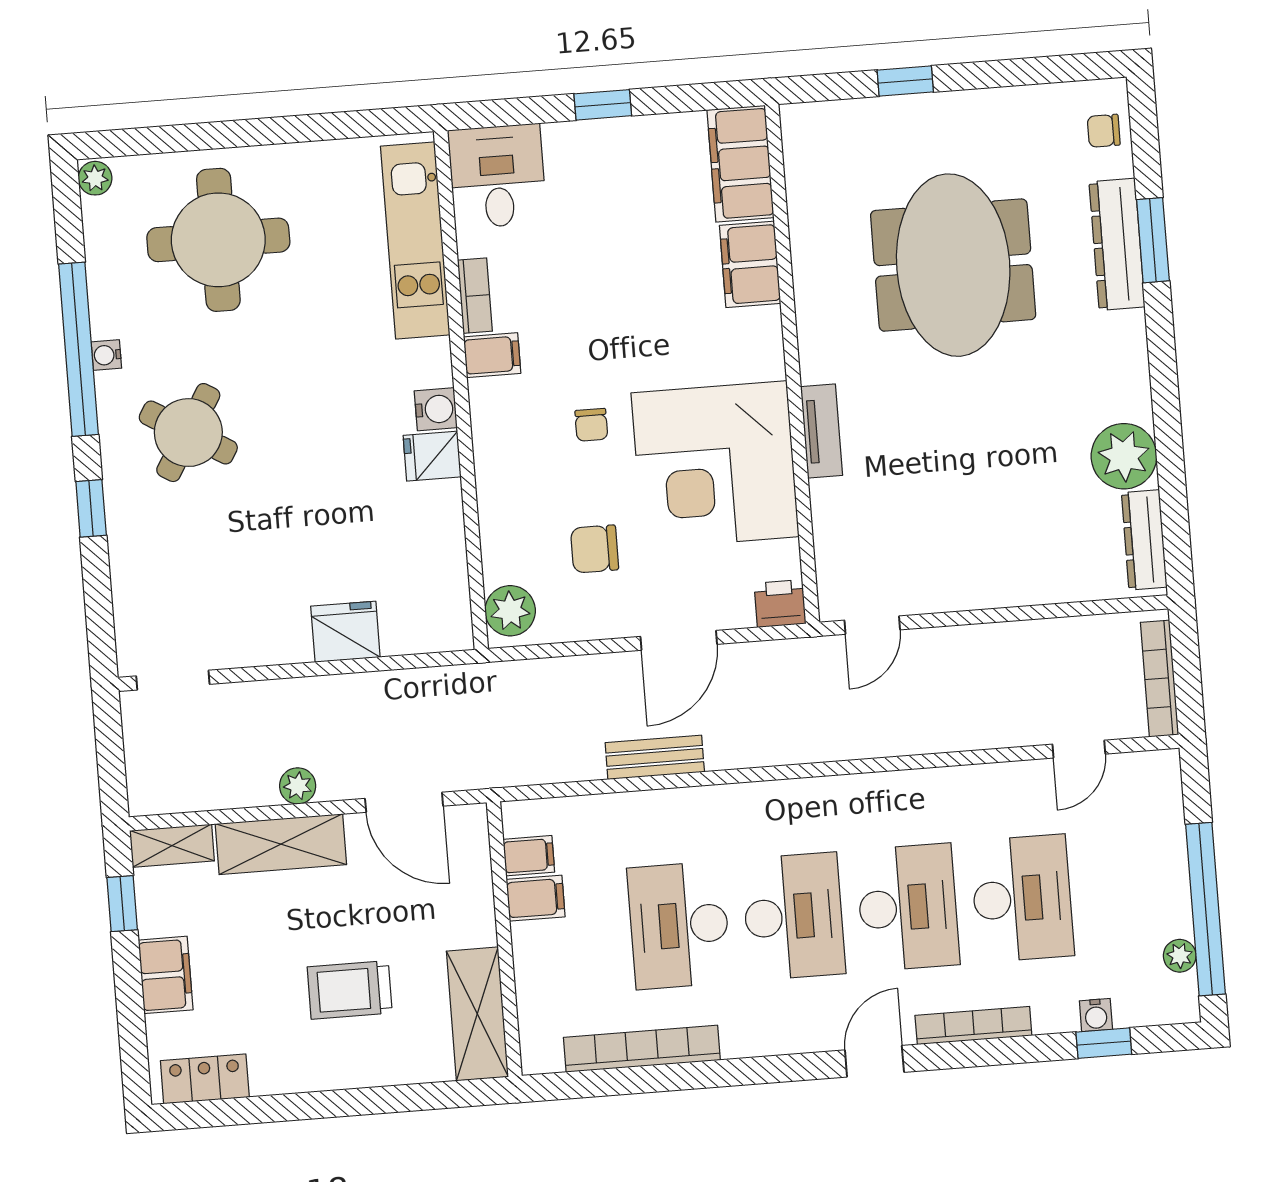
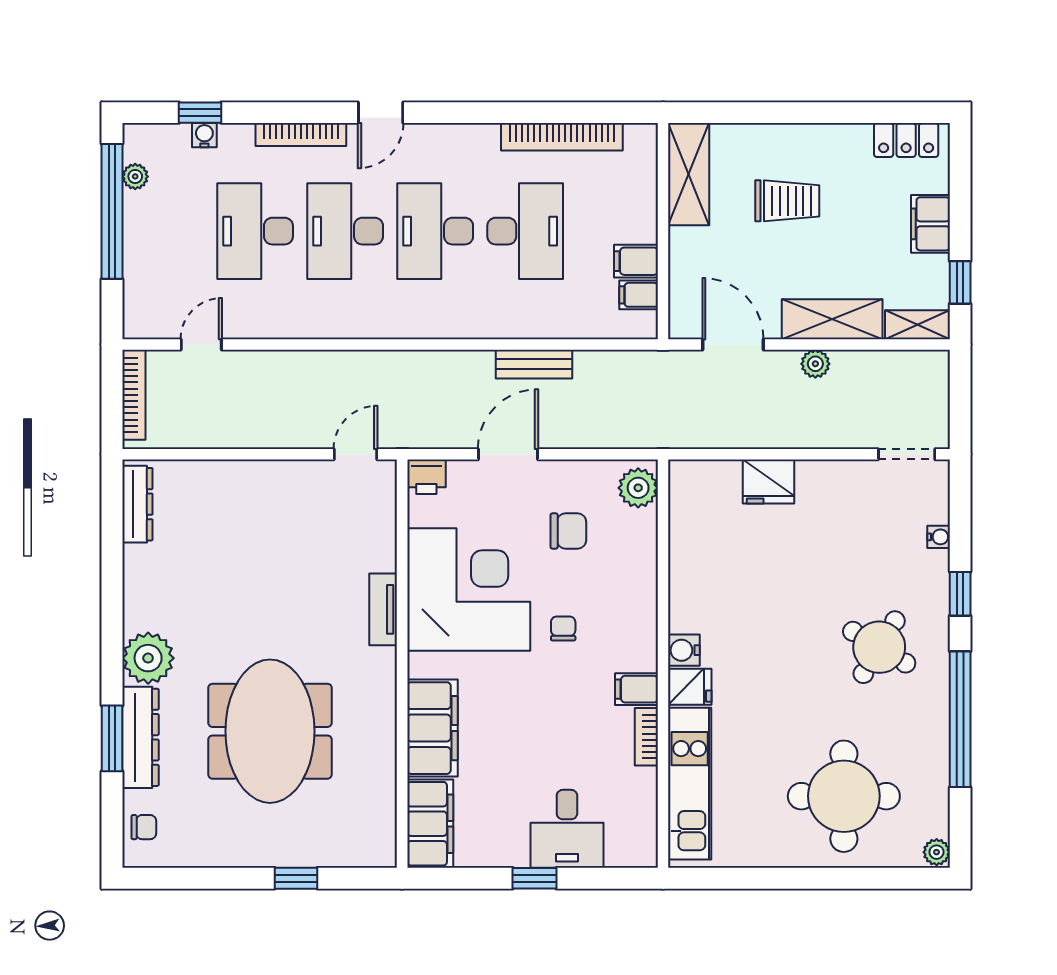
desk: (497, 176) -> (567, 829), moved
filing cabinet: (750, 264) -> (433, 728), width x1.50, depth x1.17
water cooler: (106, 355) -> (939, 537), moved
fridge: (432, 456) -> (690, 687), moved
plant: (1124, 456) -> (148, 658), moved

